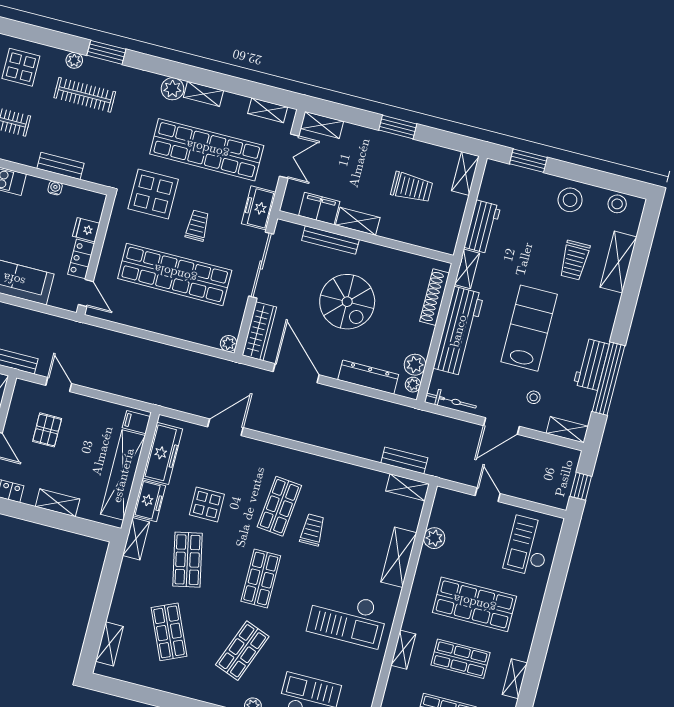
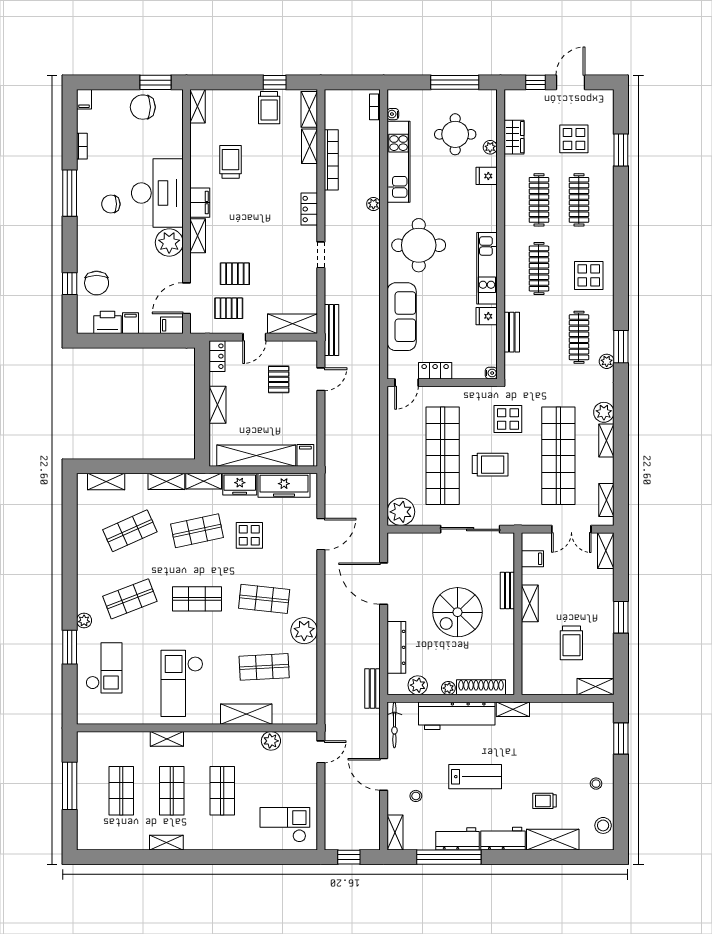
plant: (74, 60) -> (607, 361), moved
water cooler: (55, 188) -> (491, 373), moved
display table: (153, 194) -> (508, 419), width x0.73, depth x0.73
stool: (570, 200) -> (596, 784), width x0.53, depth x0.53
freezer: (259, 208) -> (519, 514), removed
filing cabinet: (319, 208) -> (532, 559), width x0.50
trolley: (197, 226) -> (490, 465), width x1.36, depth x1.39
workbench: (482, 227) -> (503, 839), moved, turned 180
fridge: (86, 230) -> (487, 316), moved, turned -90
bench: (330, 240) -> (507, 590), width x0.73
trolley: (574, 260) -> (544, 801), width x0.73, depth x0.72
lab bench: (529, 328) -> (475, 777), width x0.73, depth x0.72
wardrobe: (259, 331) -> (412, 542), removed
plant: (229, 344) -> (401, 512), width x1.88, depth x1.88
door: (296, 373) -> (384, 584), swing flipped
plant: (413, 385) -> (448, 688), moved
door: (225, 427) -> (321, 534), hinge flipped
pallet: (47, 430) -> (279, 379), turned 90
bench: (404, 460) -> (373, 689), moved
plant: (325, 472) -> (304, 631), added
shelving: (407, 487) -> (166, 481), moved, turned 90
door: (488, 495) -> (321, 752), moved
shop shelf: (353, 525) -> (264, 667), added
trolley: (312, 530) -> (251, 633), removed
shop shelf: (474, 604) -> (222, 791), width x0.70, depth x0.74
shop shelf: (242, 651) -> (130, 599), turned -42

